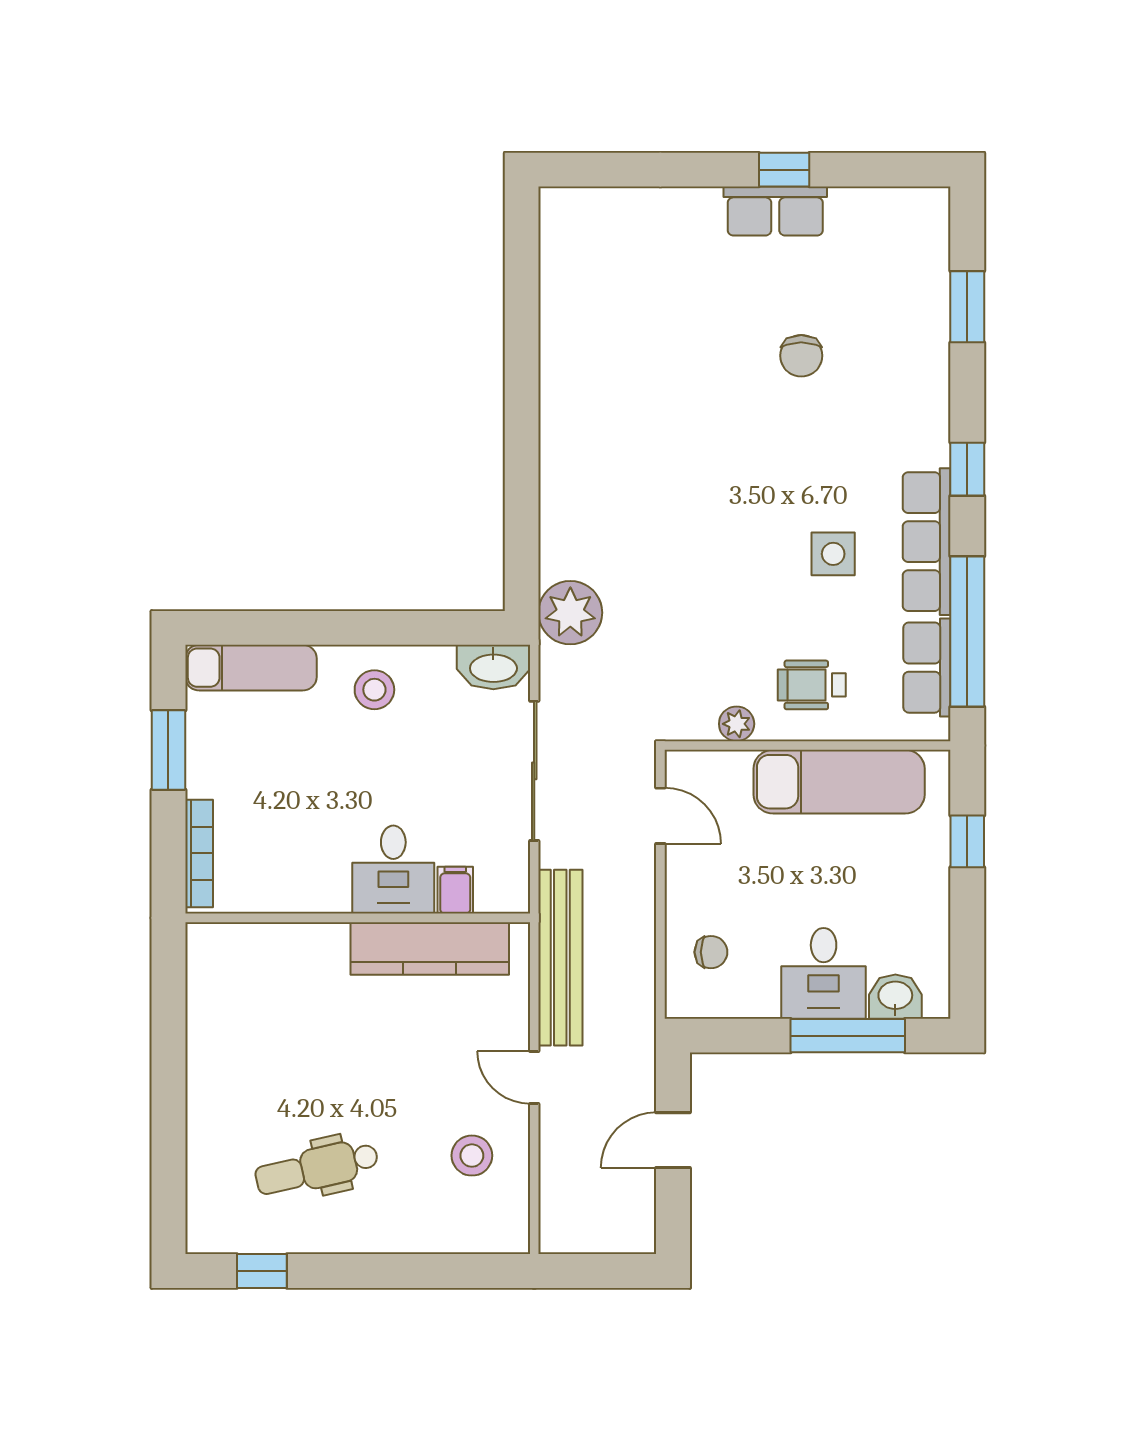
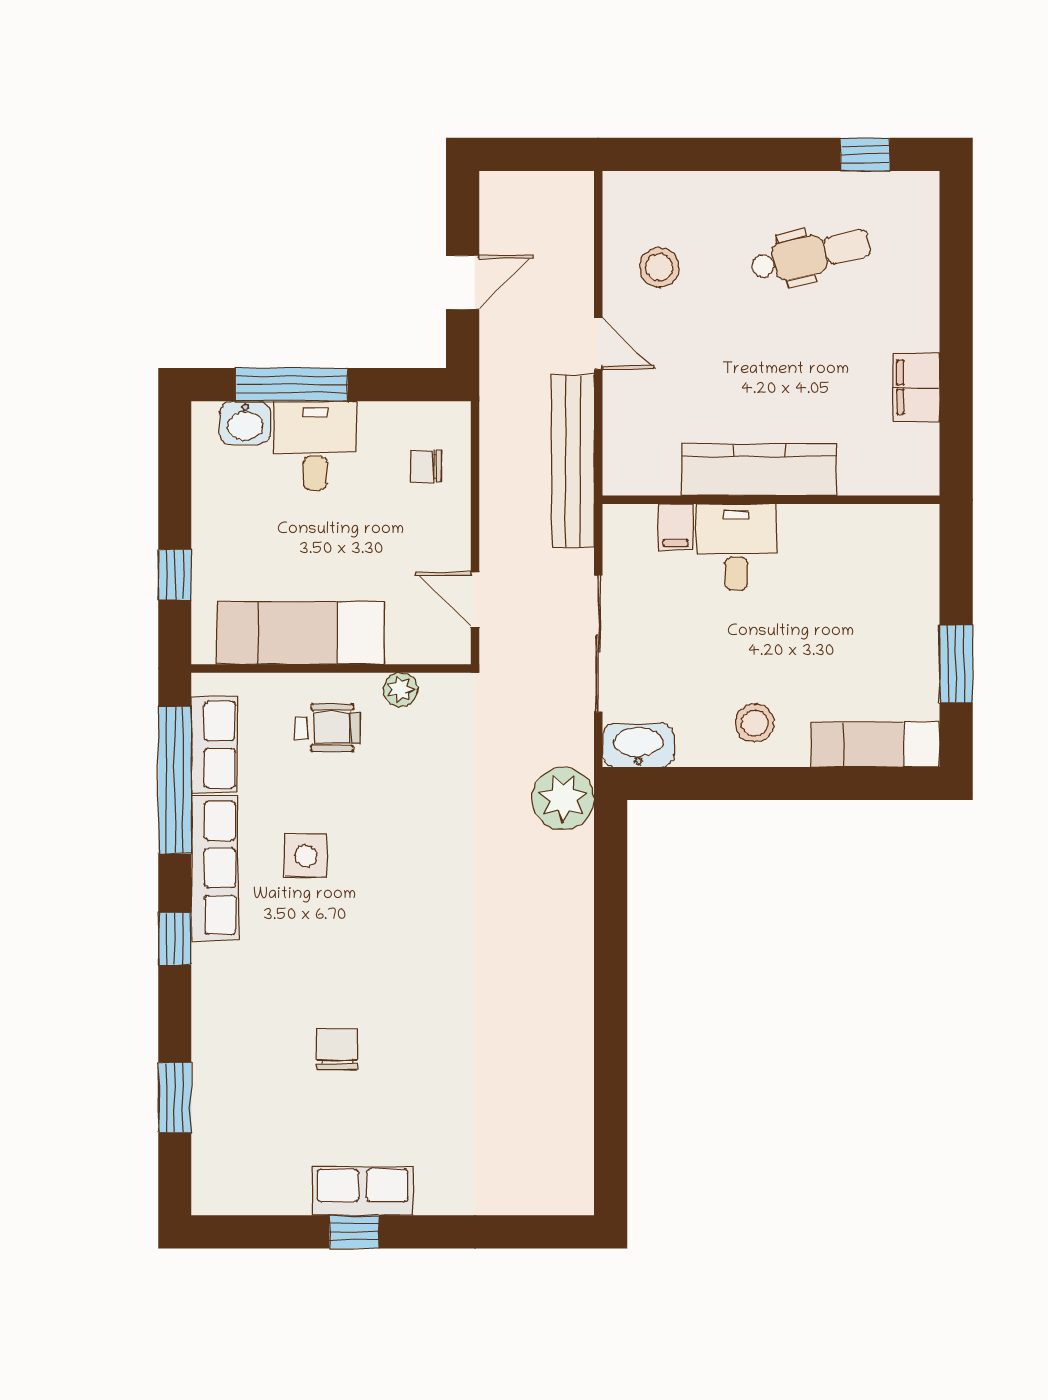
bookcase: (199, 853) -> (926, 563), removed
kitchen counter: (430, 948) -> (759, 470), moved
filing cabinet: (209, 1033) -> (917, 387), added

